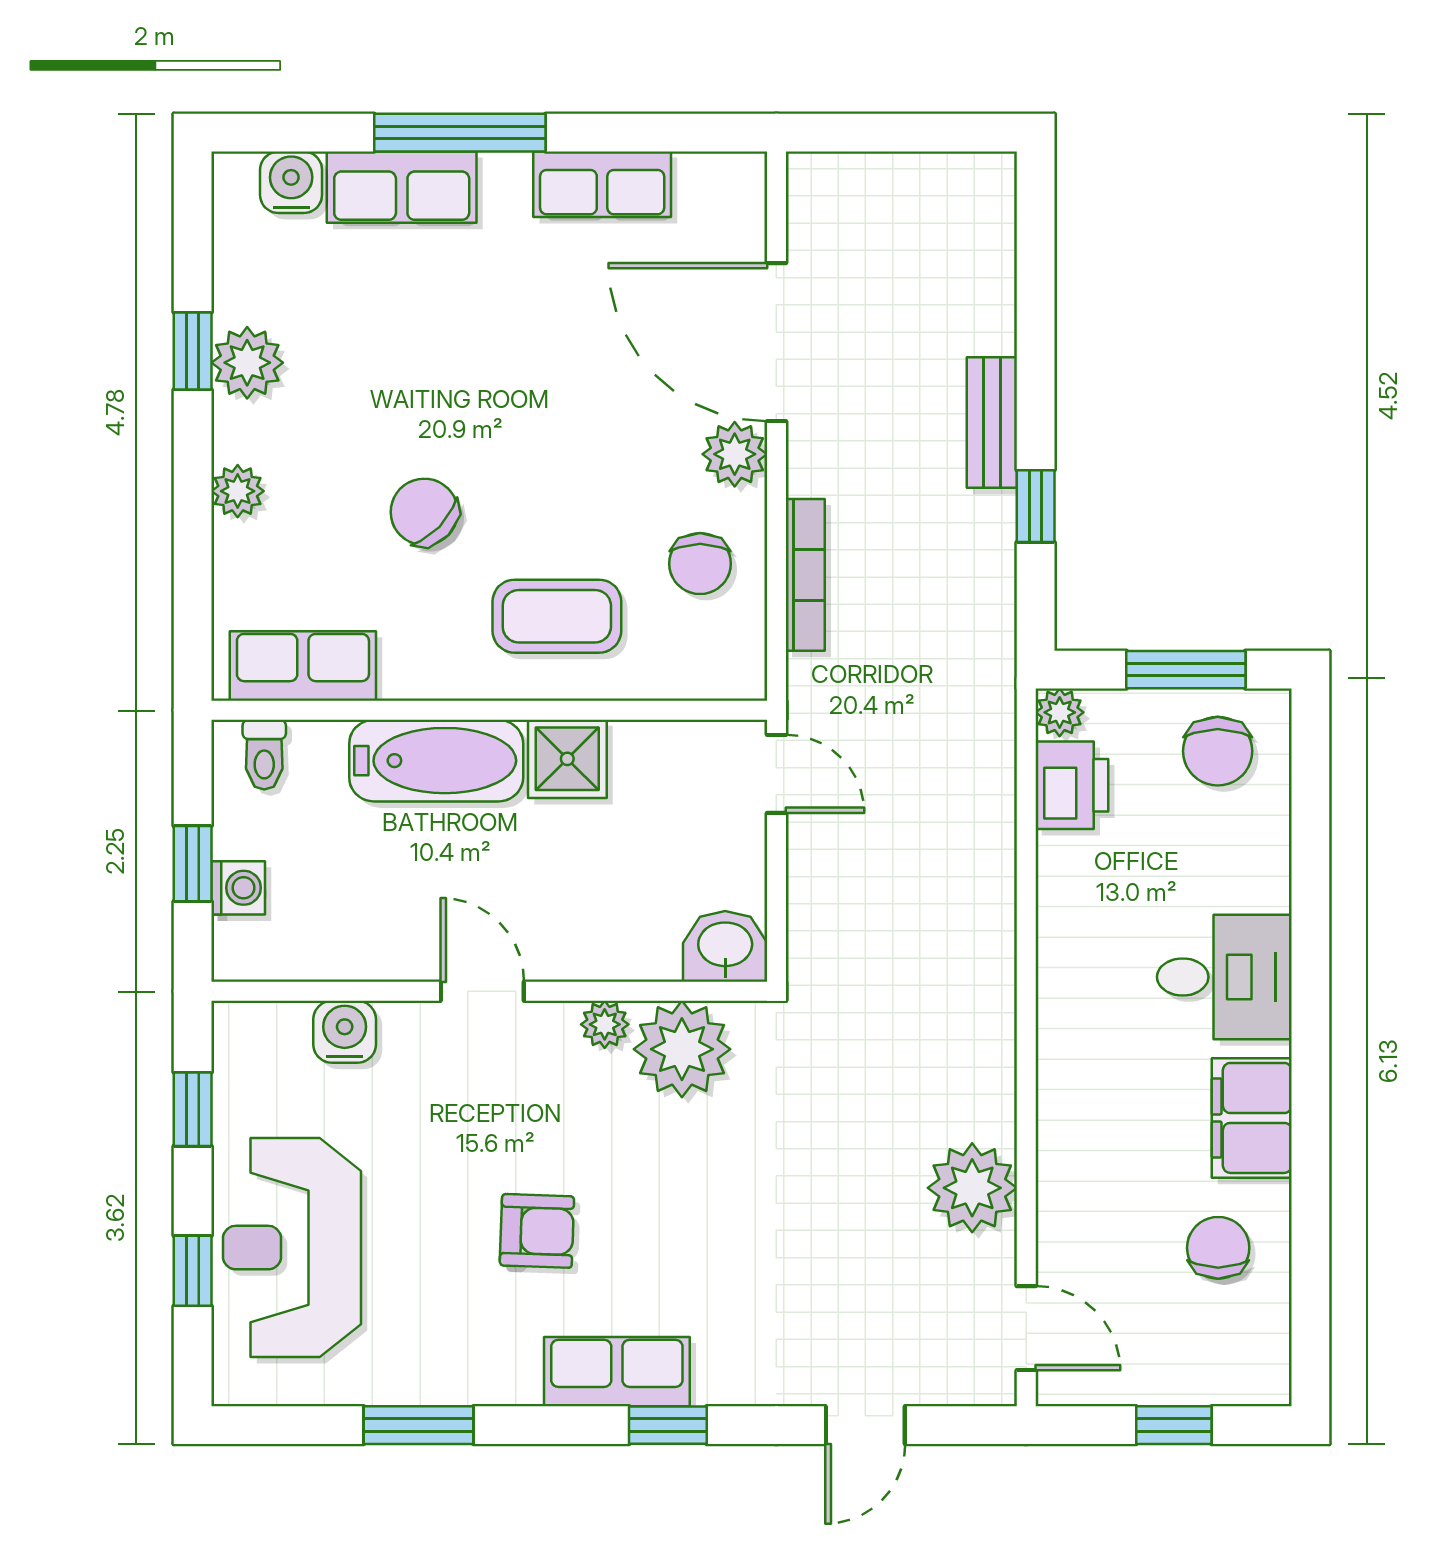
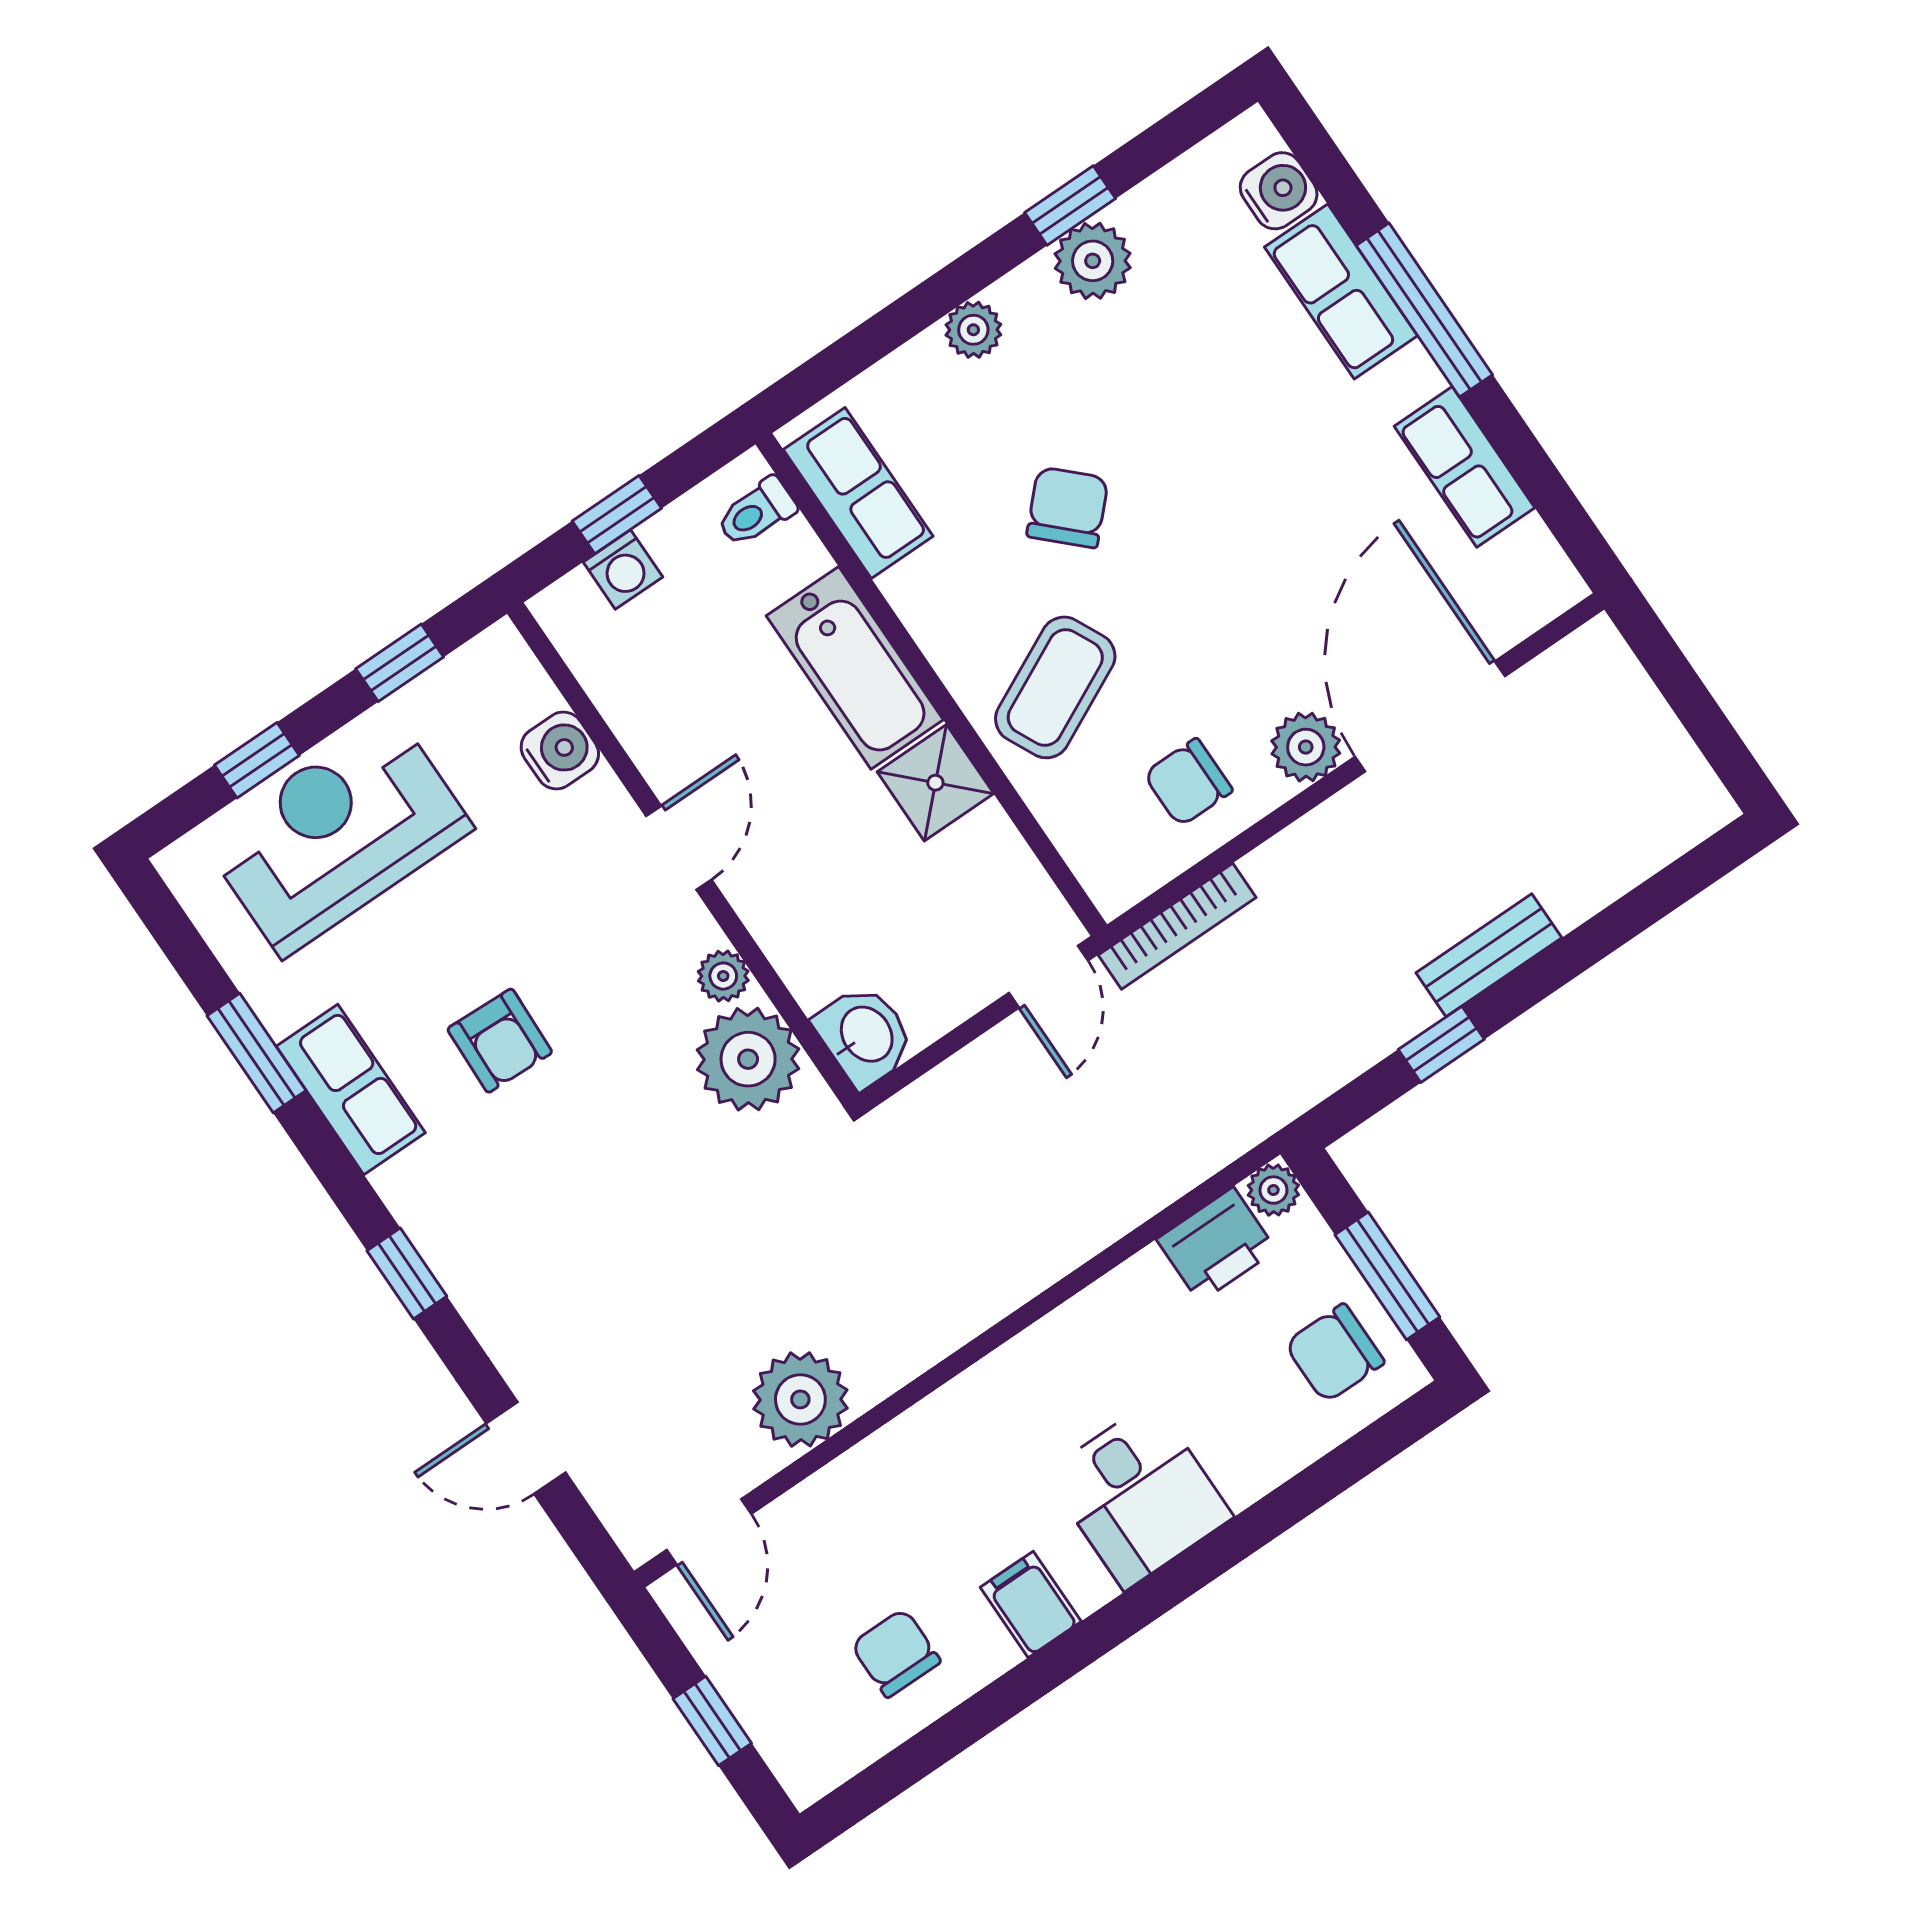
bookcase: (805, 575) -> (1177, 926), moved
coffee table: (557, 616) -> (1055, 687), turned 64
filing cabinet: (1252, 1118) -> (1031, 1604), width x0.50
chair: (1218, 1248) -> (896, 1653), turned -90
row of seats: (617, 1372) -> (351, 1090), moved

